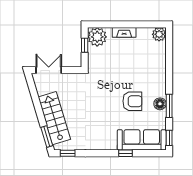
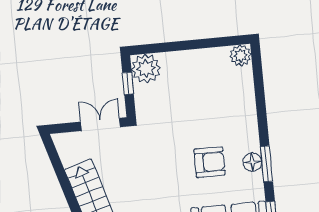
fireplace: (124, 32) -> (187, 58), removed
double door: (49, 70) -> (100, 124), moved

